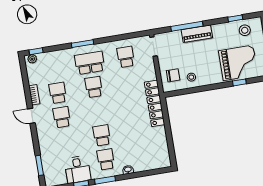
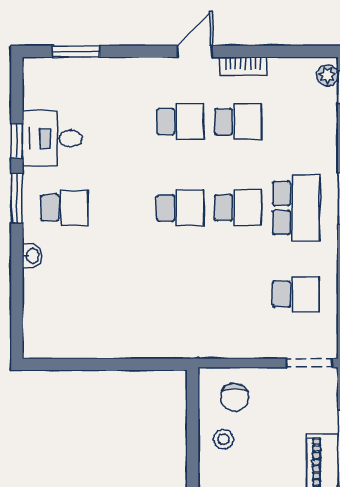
locker: (155, 103) -> (176, 343), removed
school desk: (102, 135) -> (180, 208), moved

